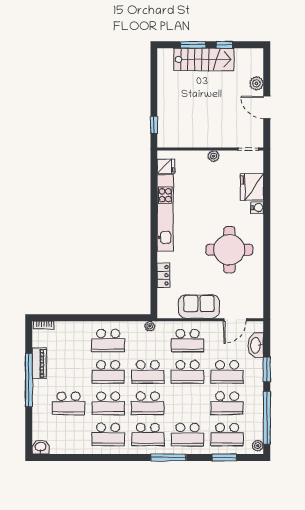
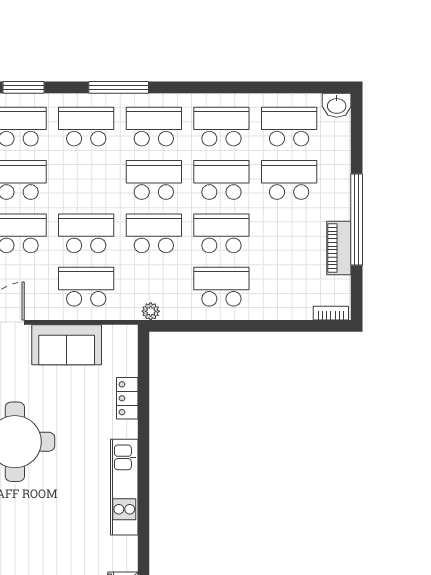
kitchen unit: (165, 213) -> (124, 487), width x0.73
school desk: (69, 435) -> (289, 127), added

